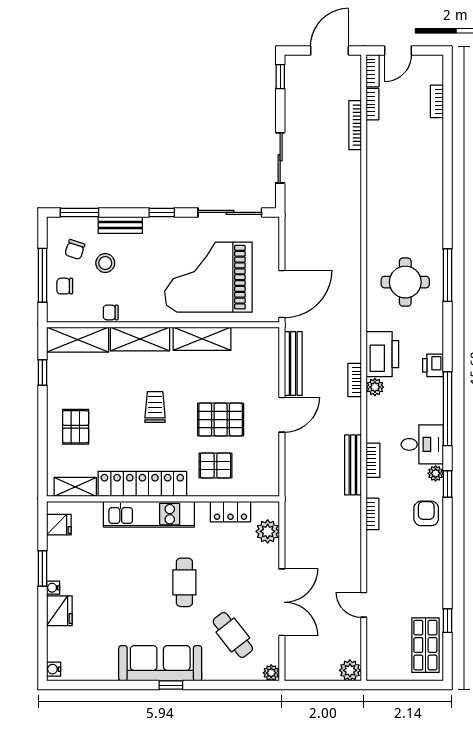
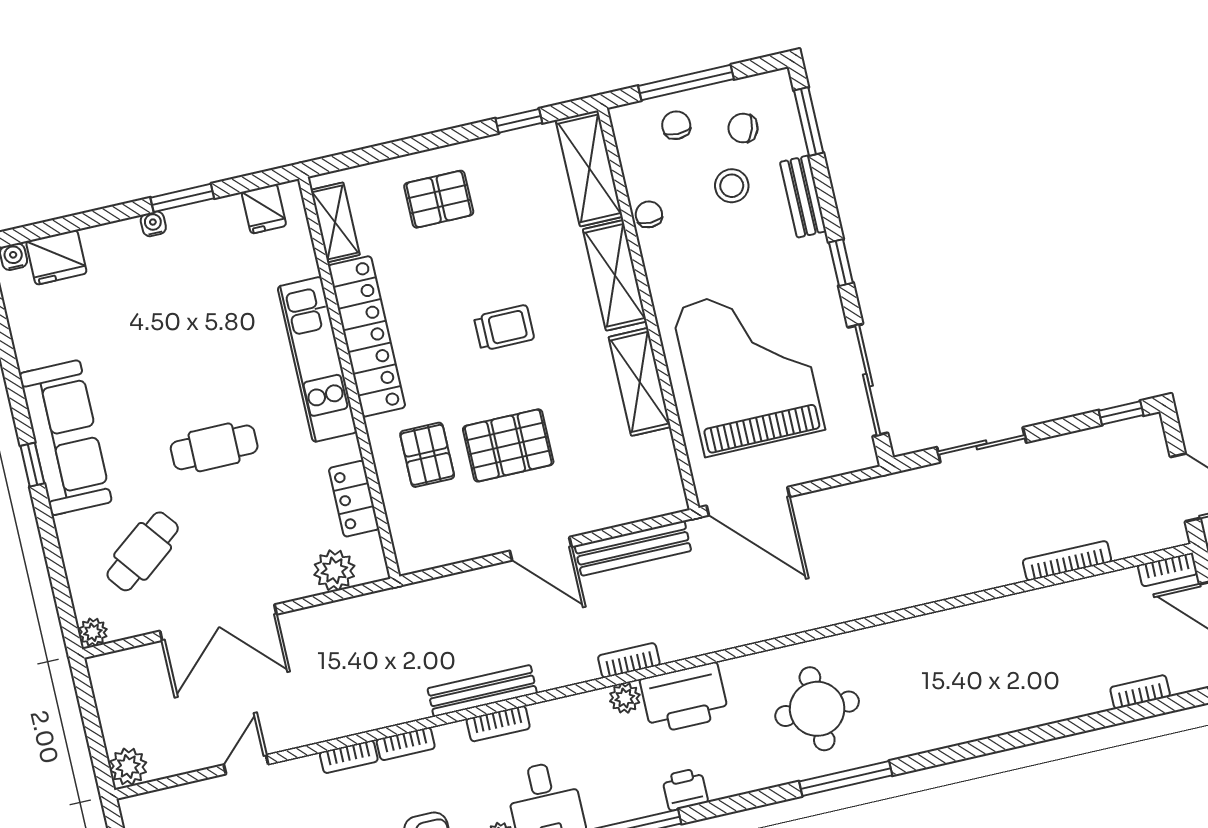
bookcase: (373, 104) -> (349, 757), moved
pallet: (221, 420) -> (508, 445), turned 90
fridge: (59, 611) -> (56, 257), moved

